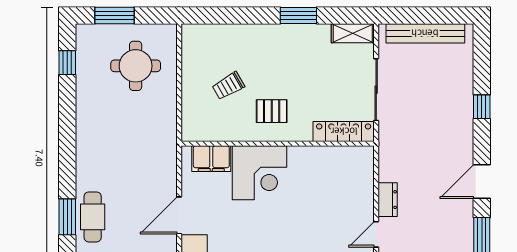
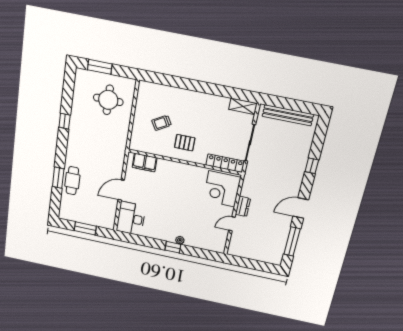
window: (298, 16) -> (212, 89), removed
window: (67, 63) -> (65, 121), moved
corner desk: (259, 173) -> (222, 189), moved, turned 90

